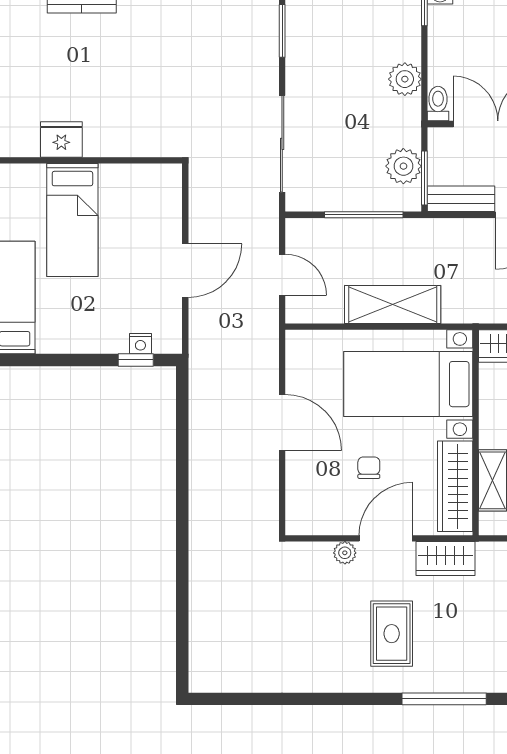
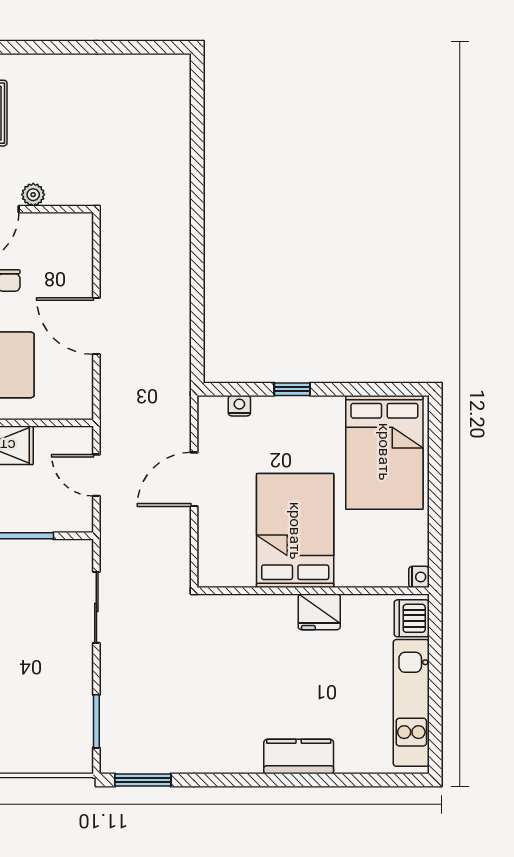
sliding door: (282, 144) -> (96, 607), width x0.73
bed: (72, 220) -> (295, 531), width x1.50
window: (136, 360) -> (292, 389), moved

